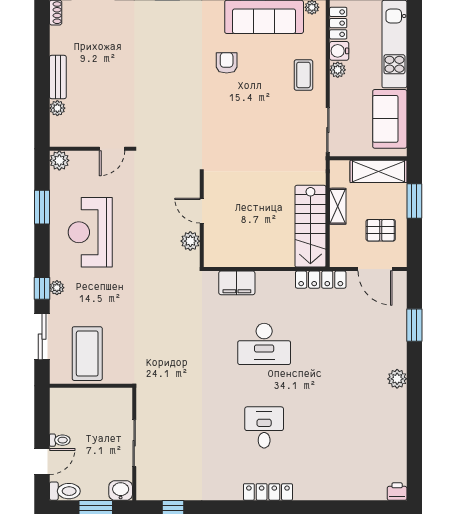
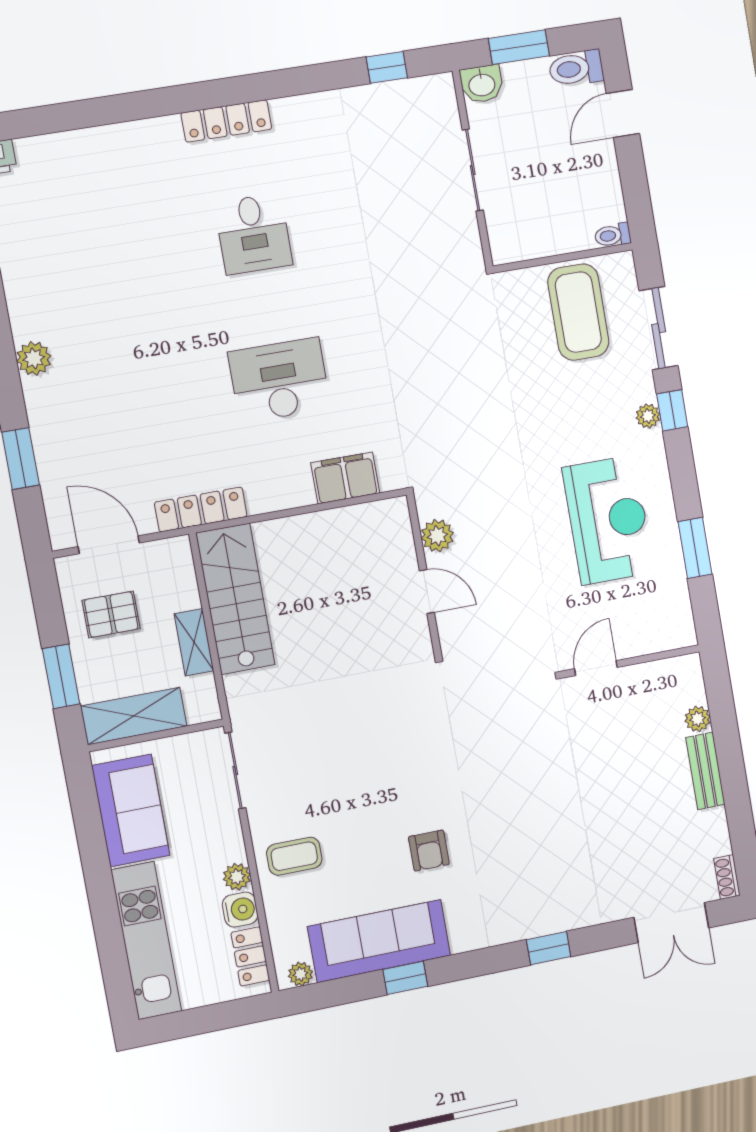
coffee table: (303, 75) -> (294, 856), turned 90
plant: (59, 160) -> (680, 632), removed
toilet: (60, 440) -> (613, 235), moved

